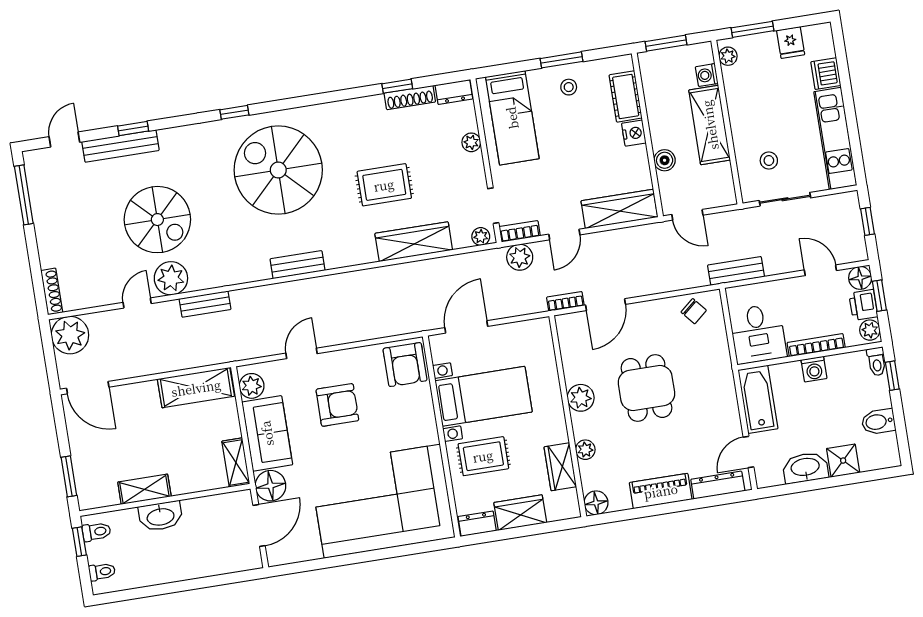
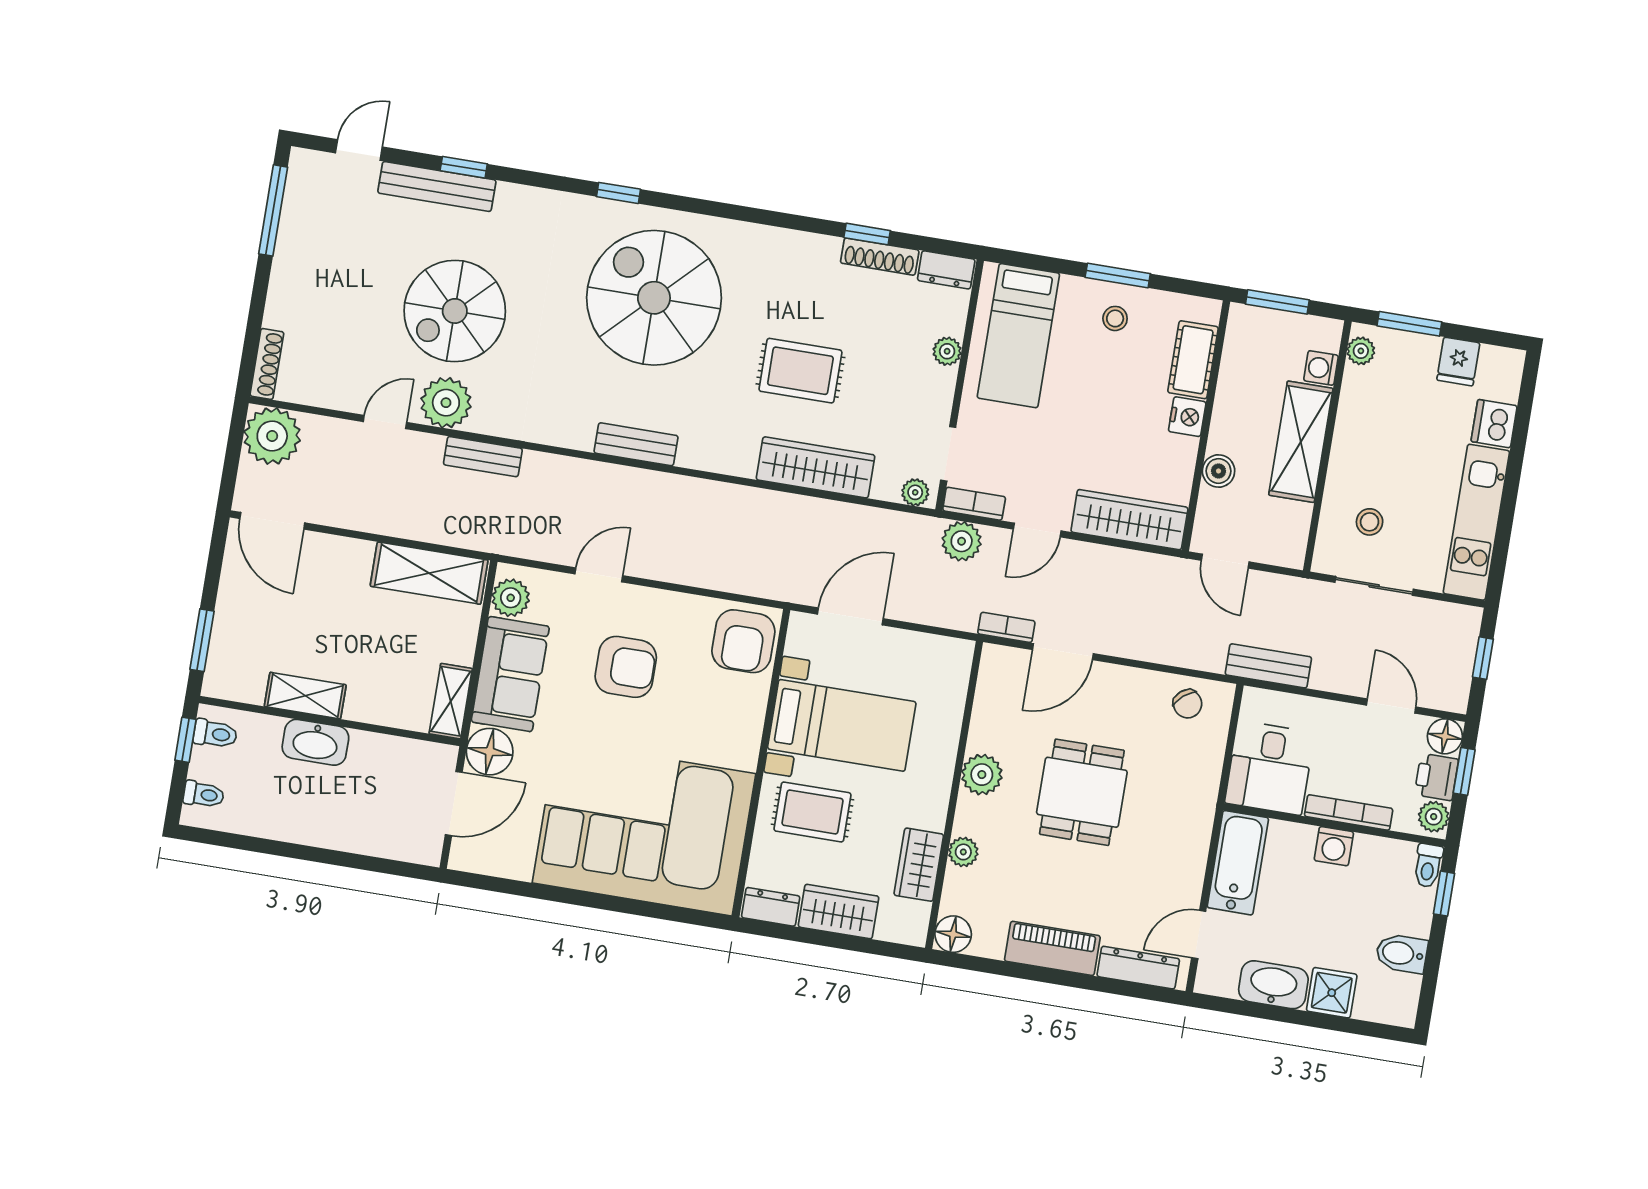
spiral stairs: (157, 220) -> (455, 311), turned 90

